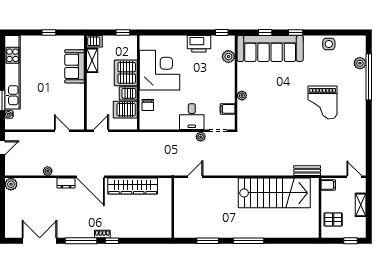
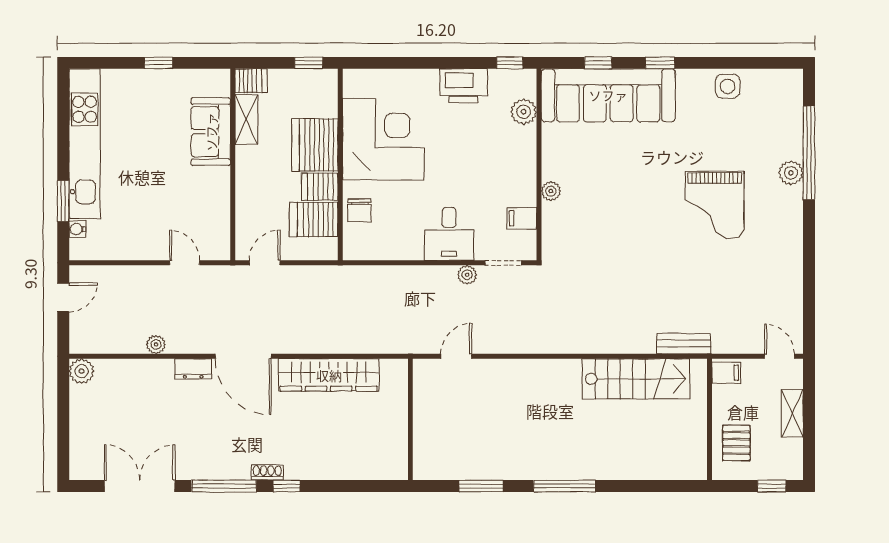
plant: (360, 63) -> (791, 173), moved
stairs: (274, 193) -> (636, 379), width x0.73, depth x0.66
pallet: (333, 219) -> (736, 443), turned 90

